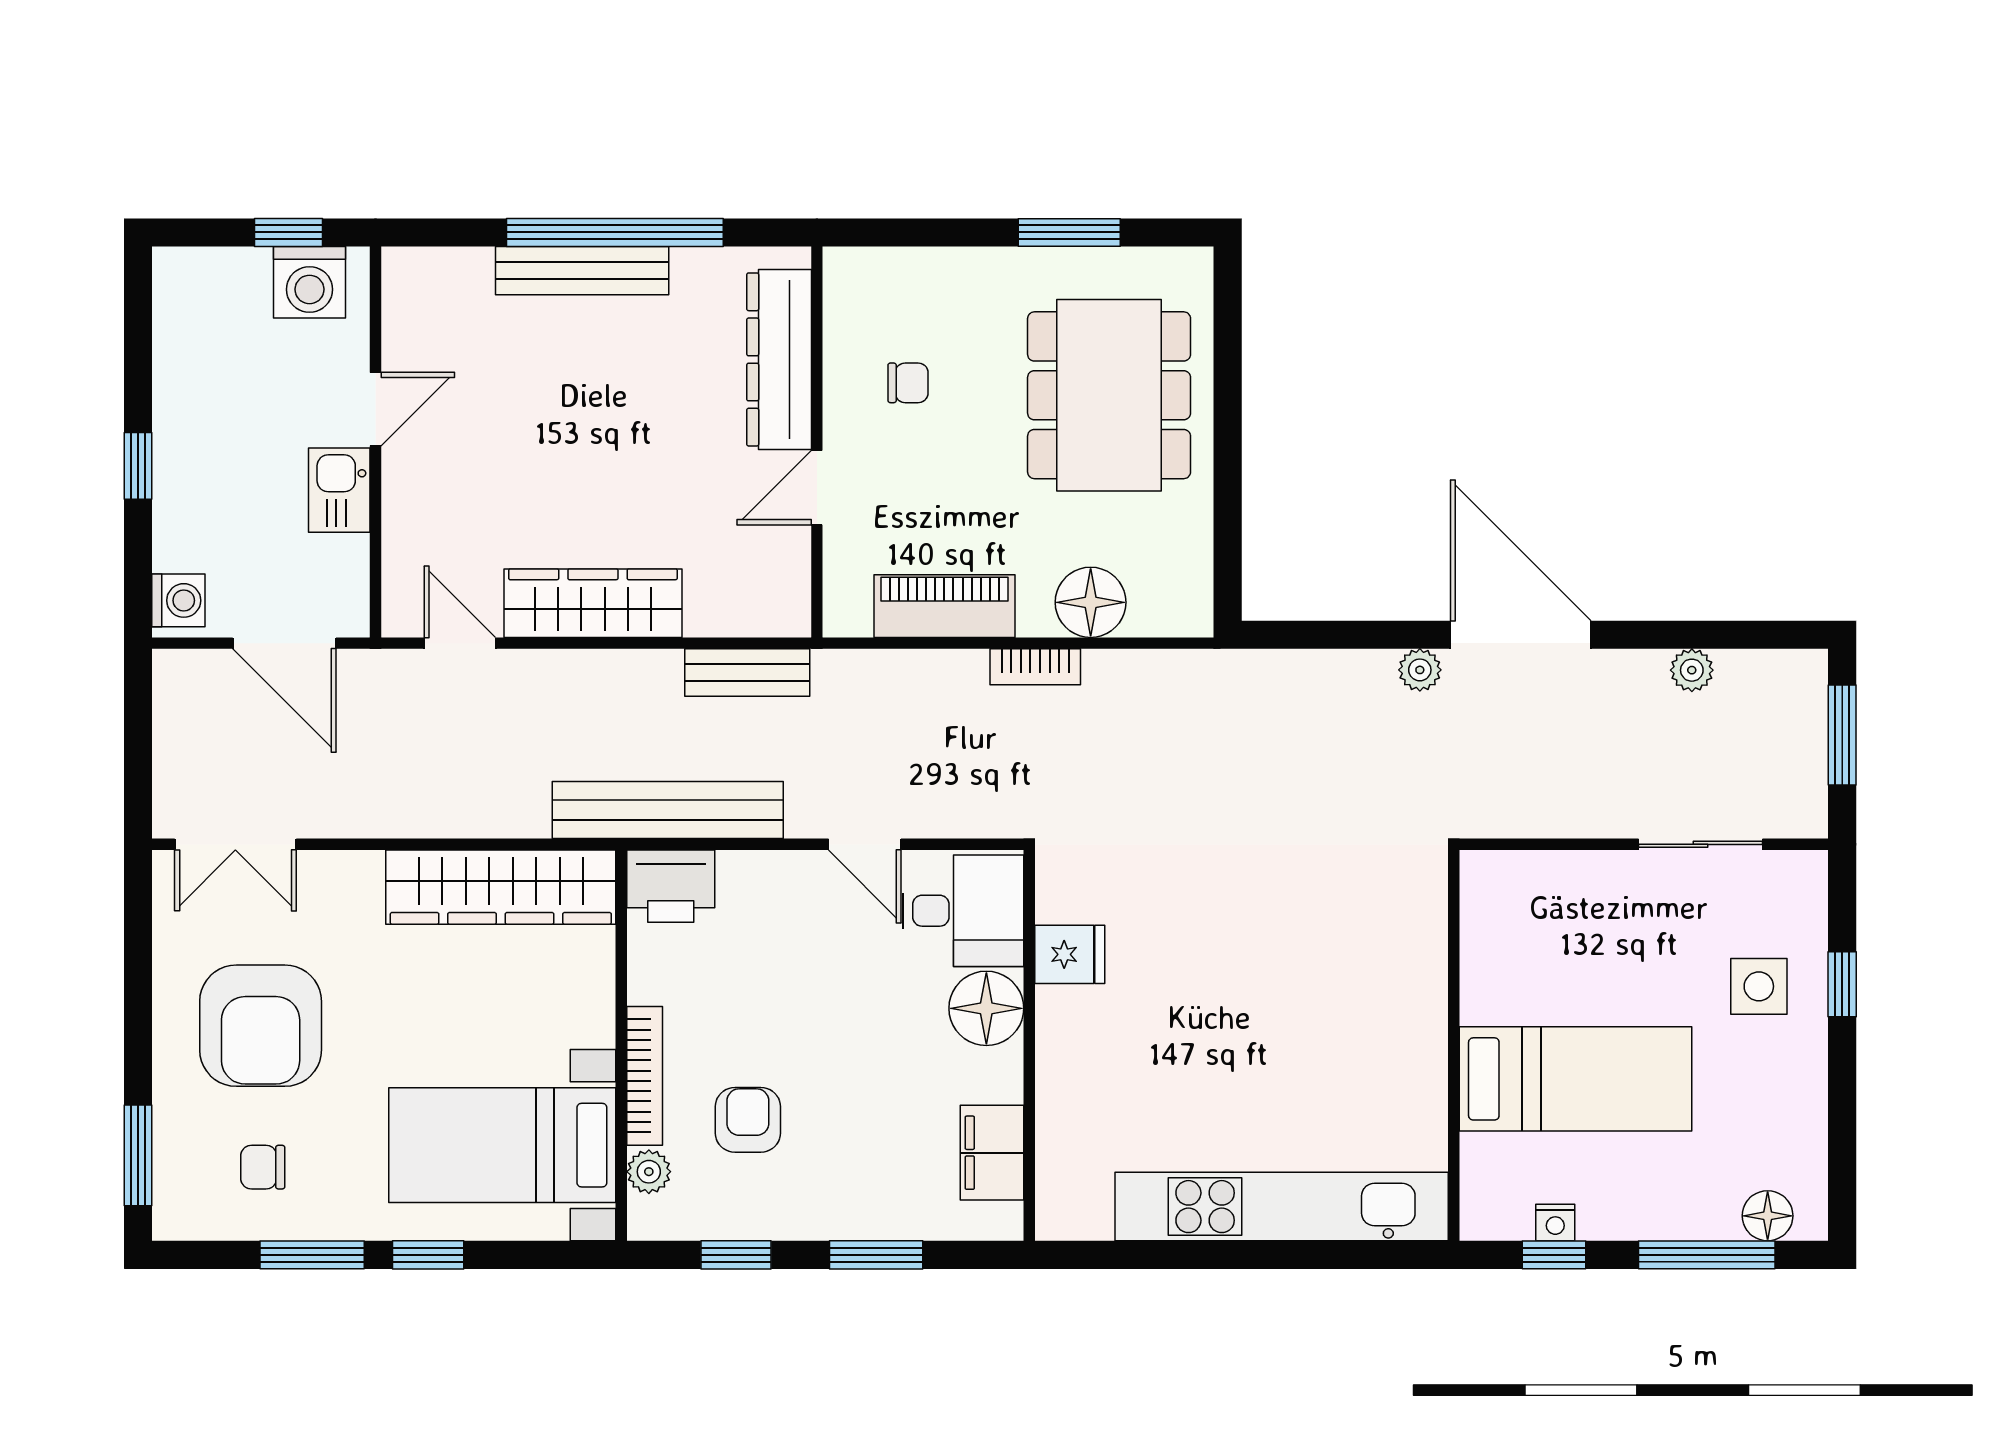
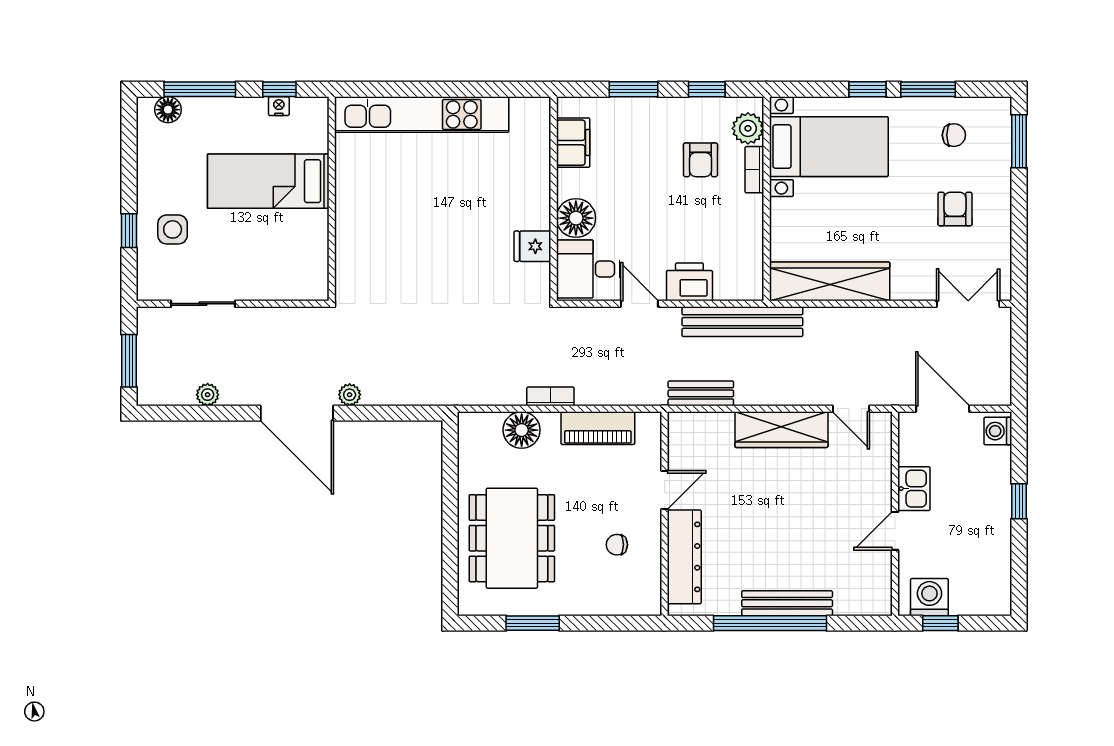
printer: (671, 886) -> (689, 282), moved
armchair: (261, 1026) -> (955, 209), width x0.53, depth x0.53
bookcase: (645, 1076) -> (754, 170), width x0.64
plant: (649, 1172) -> (748, 128), width x1.38, depth x1.38

